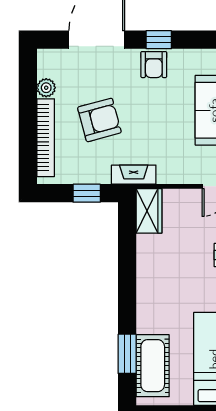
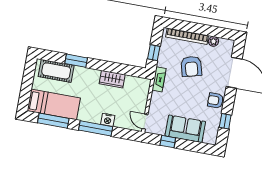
window: (159, 40) -> (225, 121), moved
wardrobe: (149, 211) -> (112, 79), moved
window: (127, 354) -> (76, 61), moved

